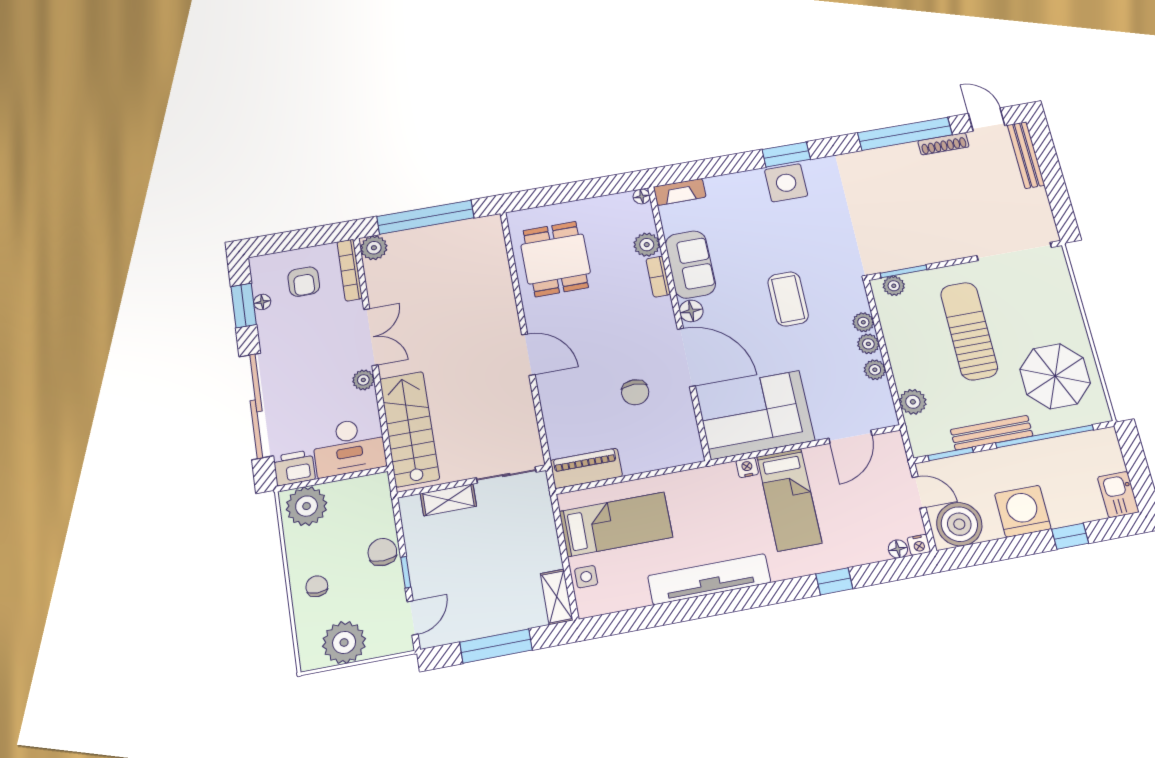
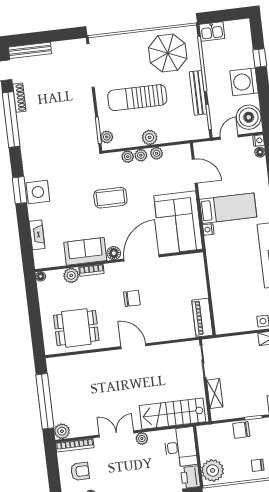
fireplace: (680, 192) -> (37, 235), moved
door: (528, 355) -> (133, 346), hinge flipped
chair: (635, 392) -> (132, 298), moved
plant: (913, 402) -> (150, 137), moved
kitchen sink: (1118, 495) -> (212, 31), moved
bed: (616, 524) -> (235, 303), removed

